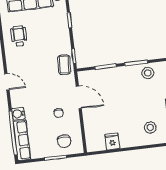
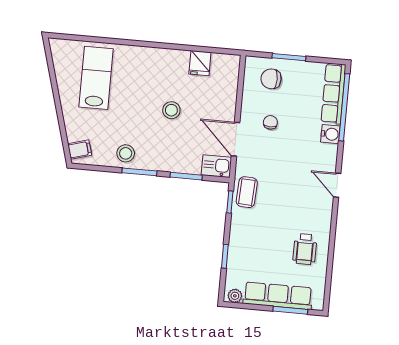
kitchen sink: (87, 77) -> (216, 166), added
stool: (150, 127) -> (171, 110), moved
chair: (64, 141) -> (271, 79), turned -90

